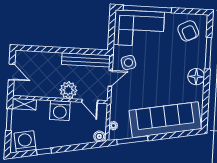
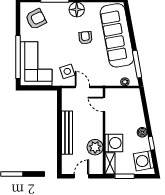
bench: (86, 60) -> (67, 133), moved
armchair: (165, 85) -> (85, 38), added
plant: (68, 90) -> (95, 147), moved
door: (90, 101) -> (104, 105), swing flipped
washing machine: (60, 110) -> (114, 143), moved
boiler: (99, 136) -> (142, 132), moved

